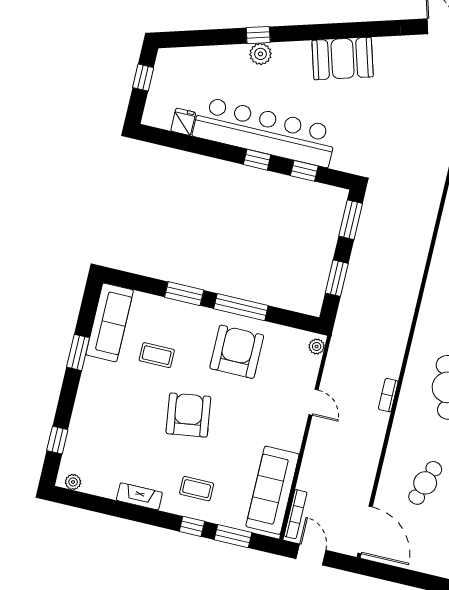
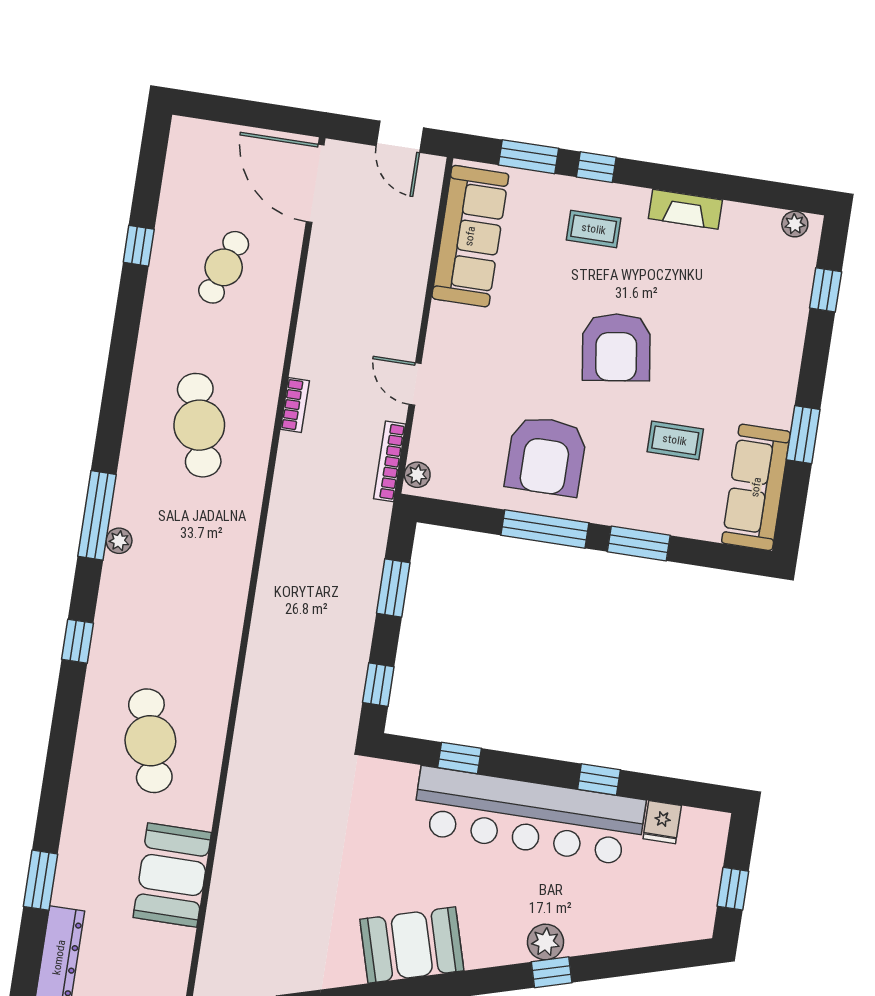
window: (257, 160) -> (599, 780), moved
window: (351, 220) -> (378, 685), width x0.67
bookcase: (295, 514) -> (390, 461), moved

